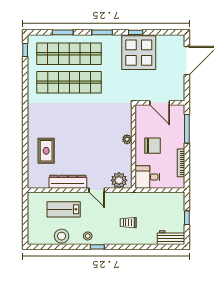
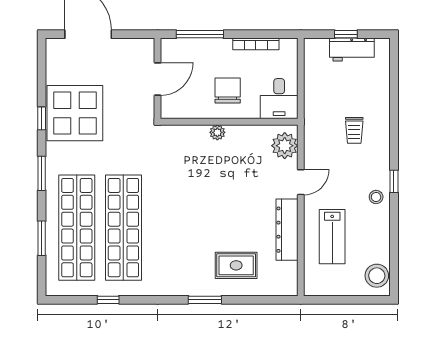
window: (25, 50) -> (108, 300), moved
window: (25, 132) -> (205, 300), added
stool: (62, 236) -> (377, 276), moved
workbench: (171, 238) -> (352, 50), moved, turned -90

